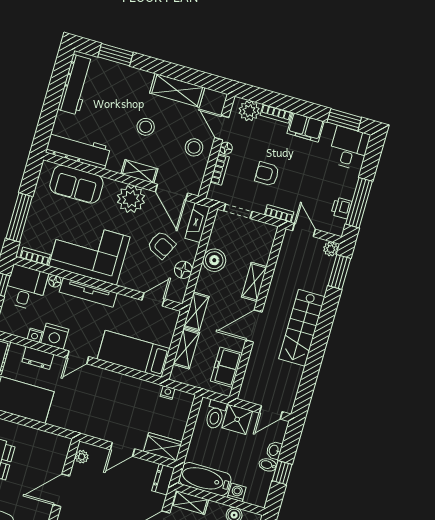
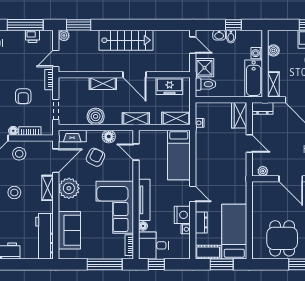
shelving: (186, 349) -> (176, 118), moved

